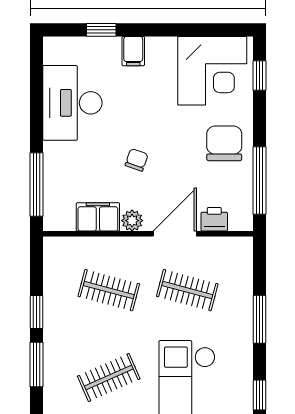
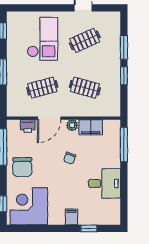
desk: (72, 103) -> (104, 183), width x0.73
clothes rail: (187, 290) -> (42, 88), turned -30

